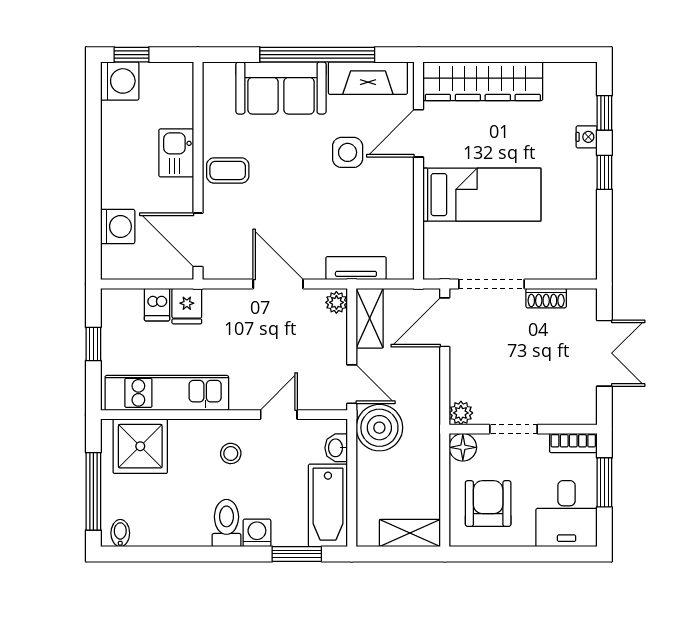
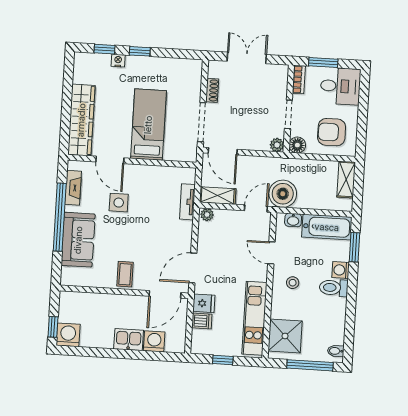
fireplace: (368, 78) -> (73, 188), width x0.73, depth x0.76
kitchen sink: (176, 153) -> (129, 340), moved, turned 180
door: (278, 284) -> (193, 268), moved

